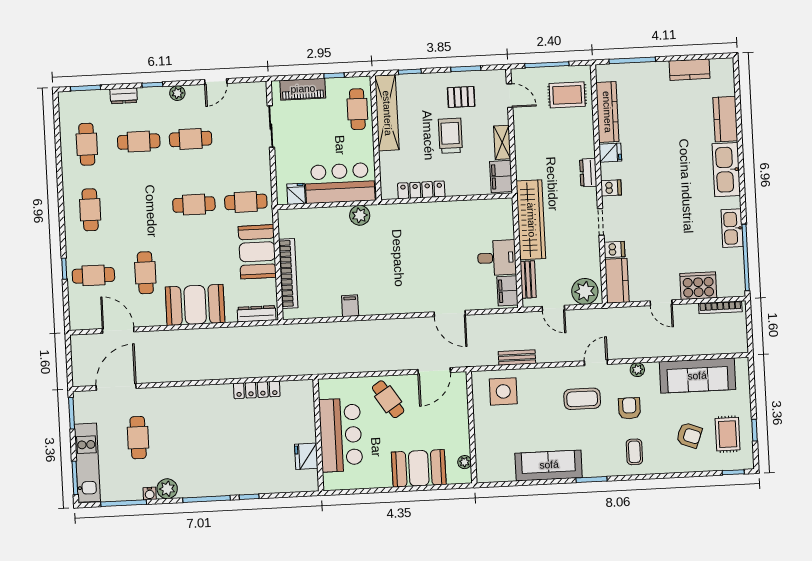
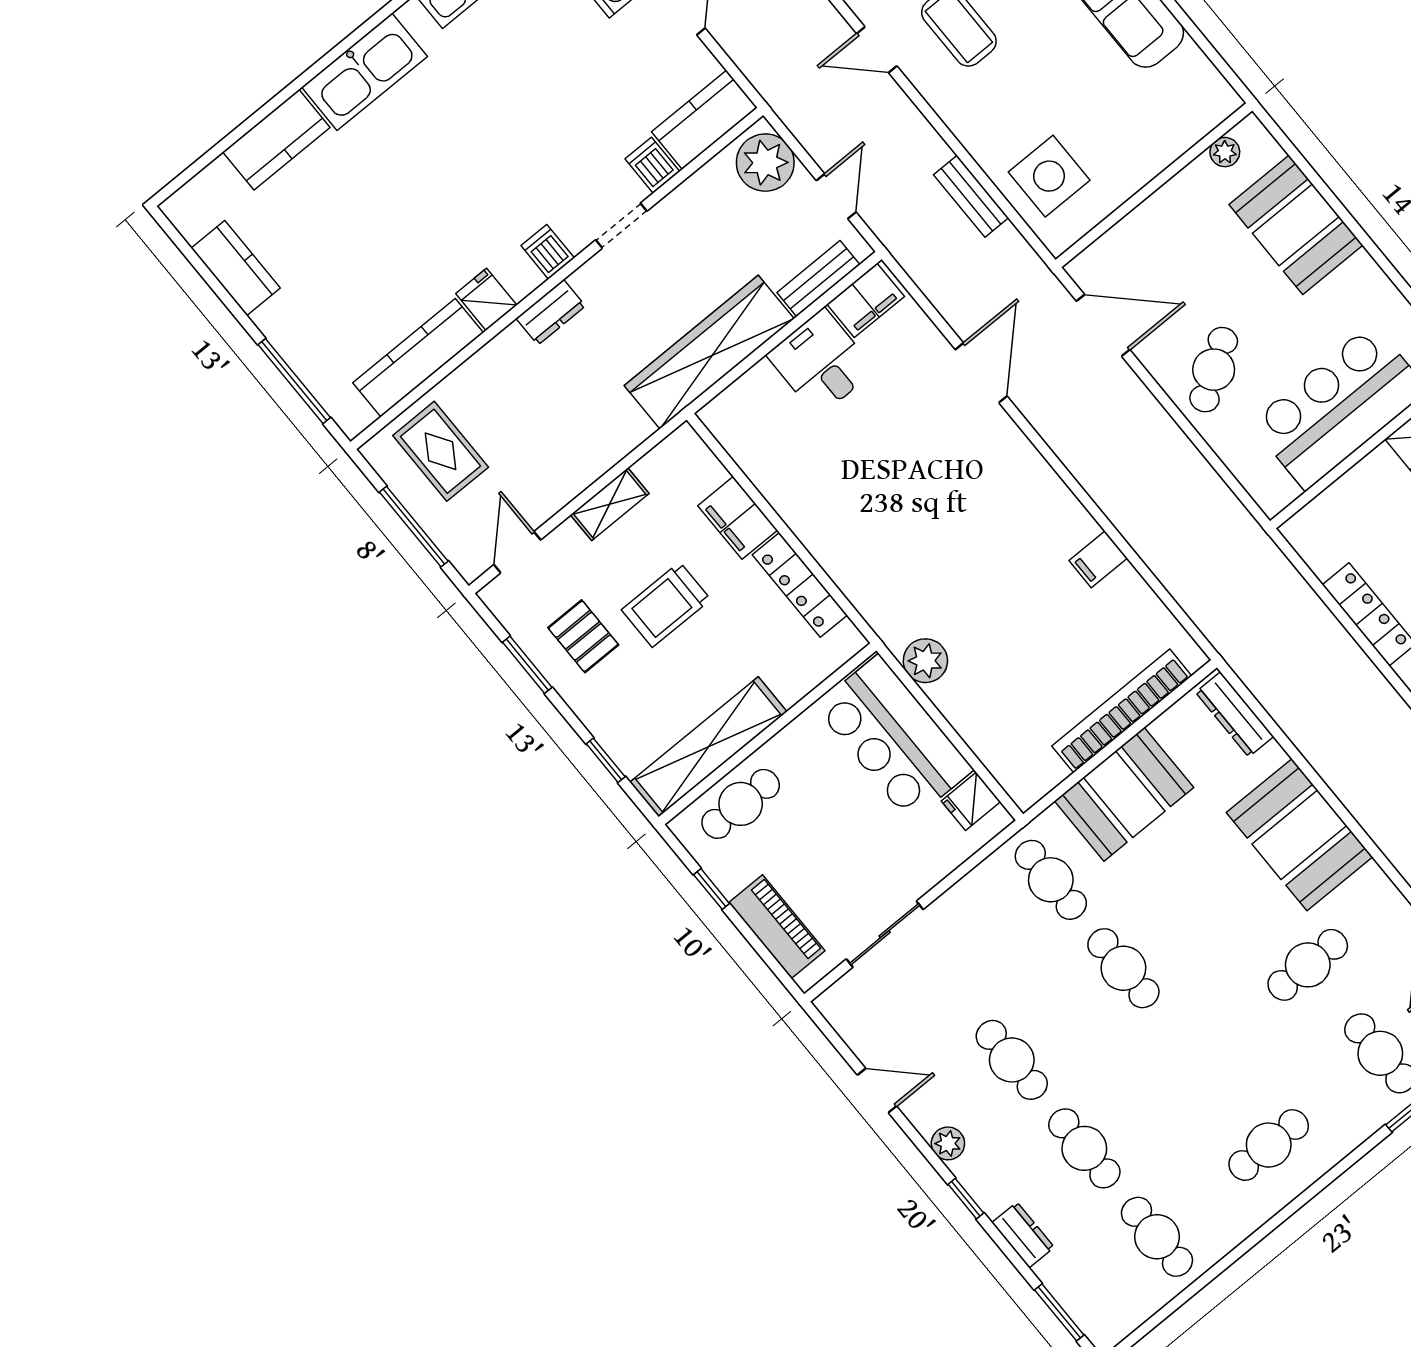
cafe table: (87, 144) -> (1157, 1237), turned 90
filing cabinet: (501, 177) -> (738, 518), moved, turned 90

